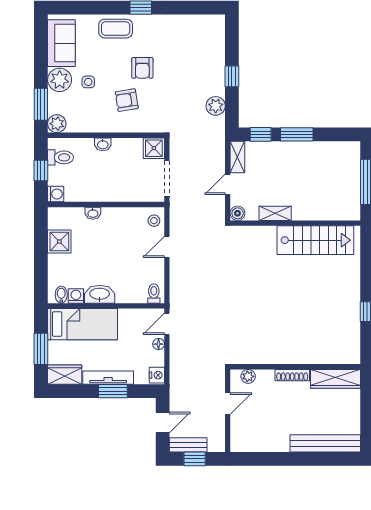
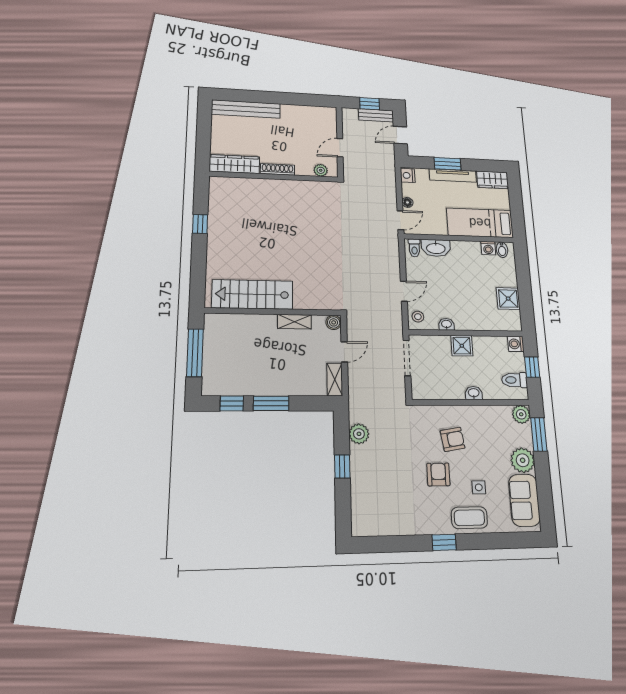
side table: (88, 82) -> (479, 487), moved
window: (261, 134) -> (232, 403), moved
shower: (154, 148) -> (462, 346), moved
washbasin: (93, 213) -> (447, 324), moved
washbasin: (100, 294) -> (436, 248), moved
window: (41, 349) -> (516, 203), removed

